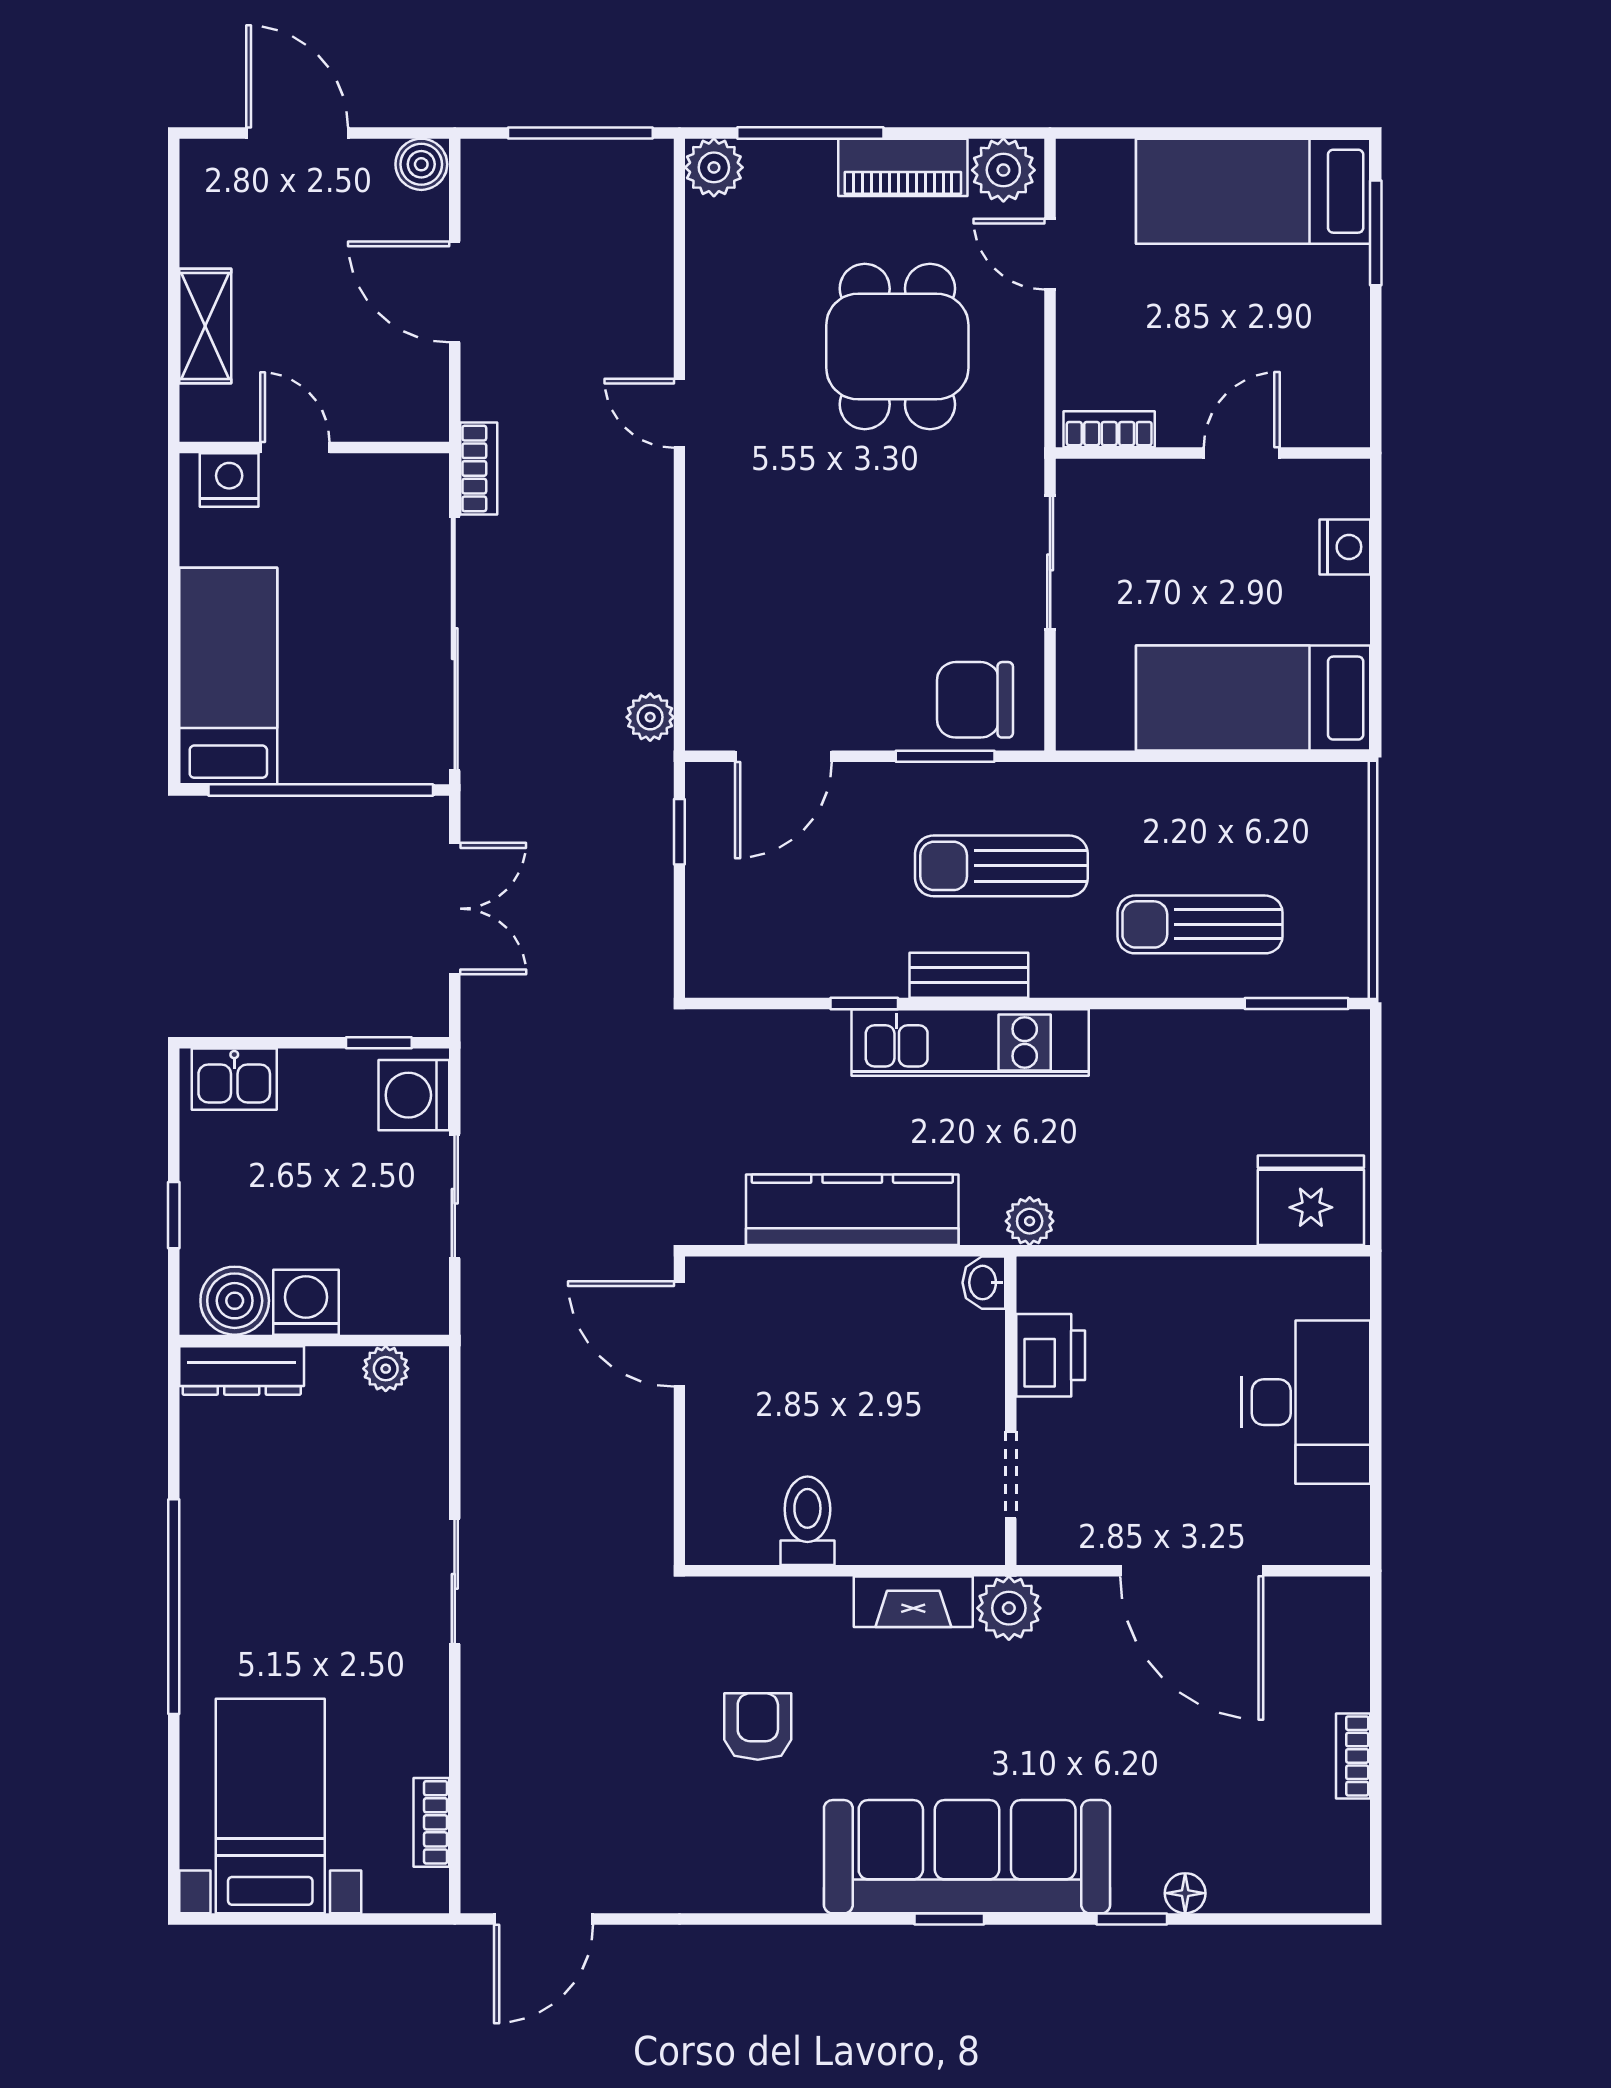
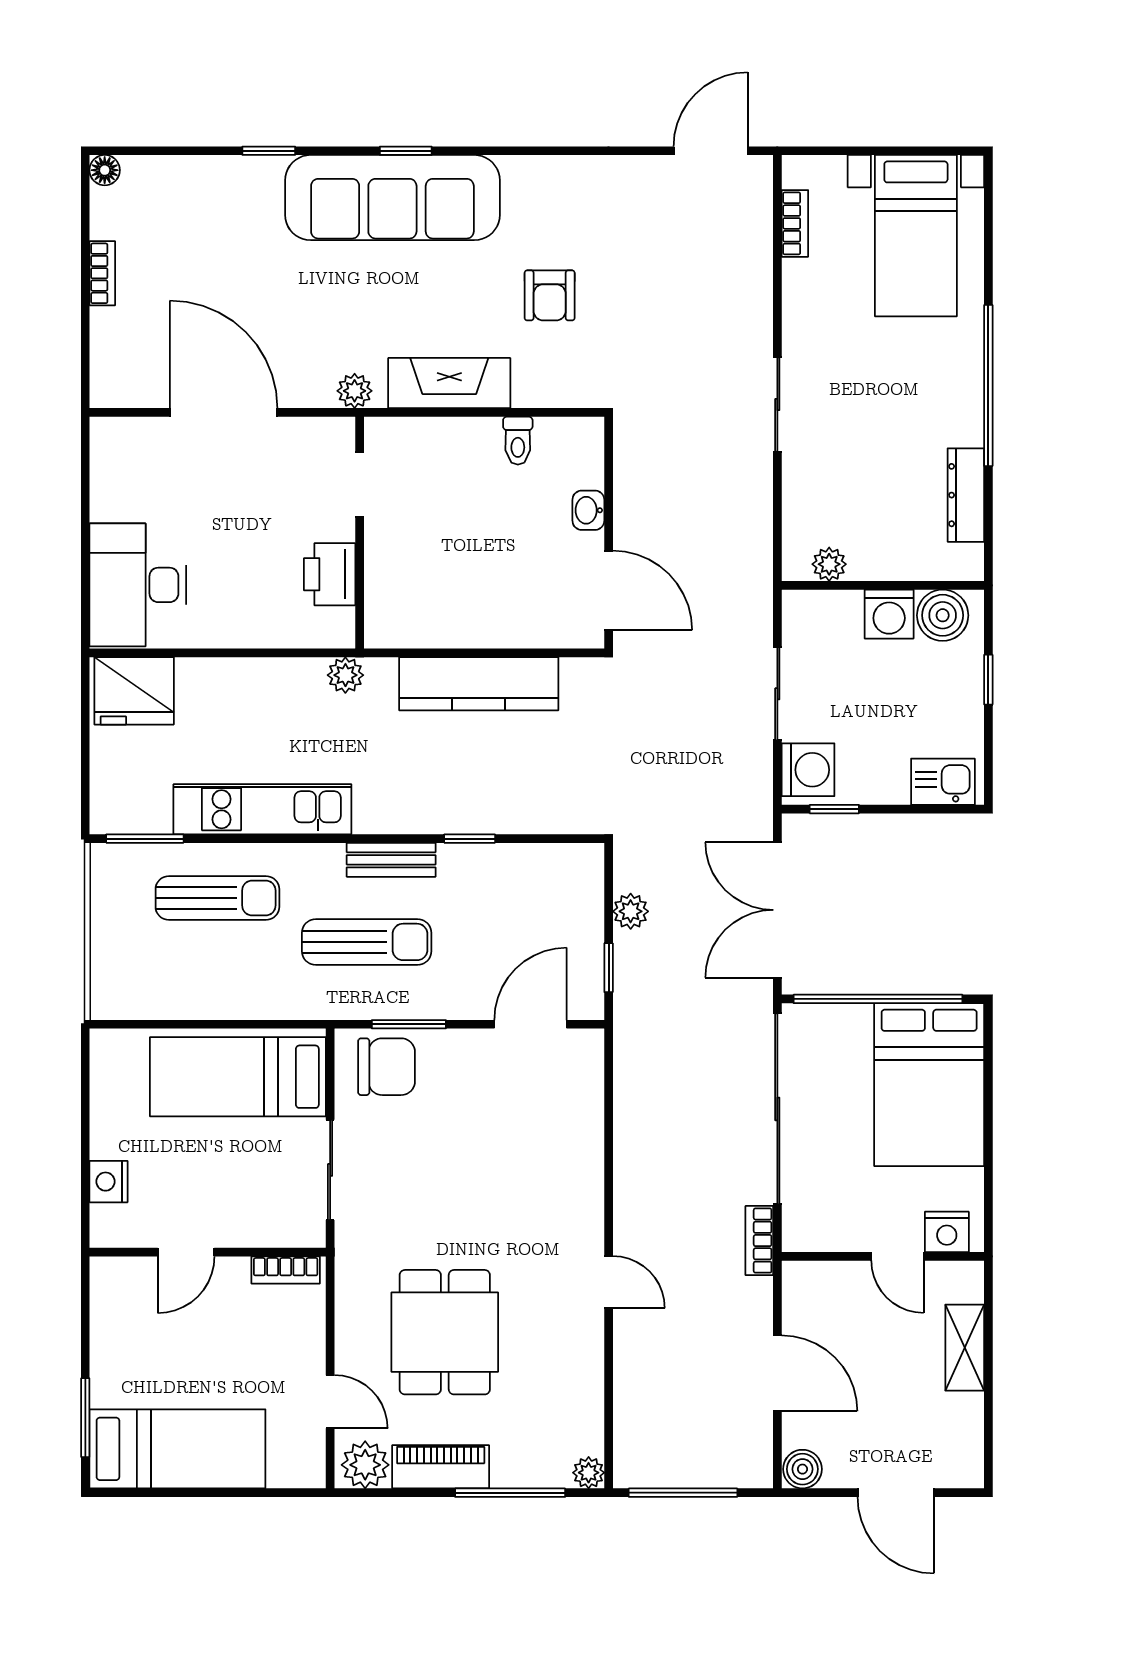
plant: (714, 167) -> (589, 1473), width x0.73, depth x0.73
bed: (228, 676) -> (929, 1085), width x1.50
bed: (1253, 698) -> (238, 1077), moved, turned 180
plant: (650, 717) -> (631, 911), moved
double door: (455, 909) -> (777, 910), width x1.37
kitchen unit: (970, 1043) -> (262, 809), moved
washbasin: (984, 1283) -> (588, 510), moved, turned 180
dresser: (242, 1370) -> (966, 495), moved, turned -90
desk: (1306, 1402) -> (138, 585), moved
toilet: (807, 1521) -> (518, 441), width x0.73, depth x0.72
fireplace: (913, 1602) -> (449, 383), width x1.37, depth x1.32
plant: (1009, 1608) -> (355, 391), width x0.73, depth x0.73
floor lamp: (1185, 1893) -> (105, 170), moved

